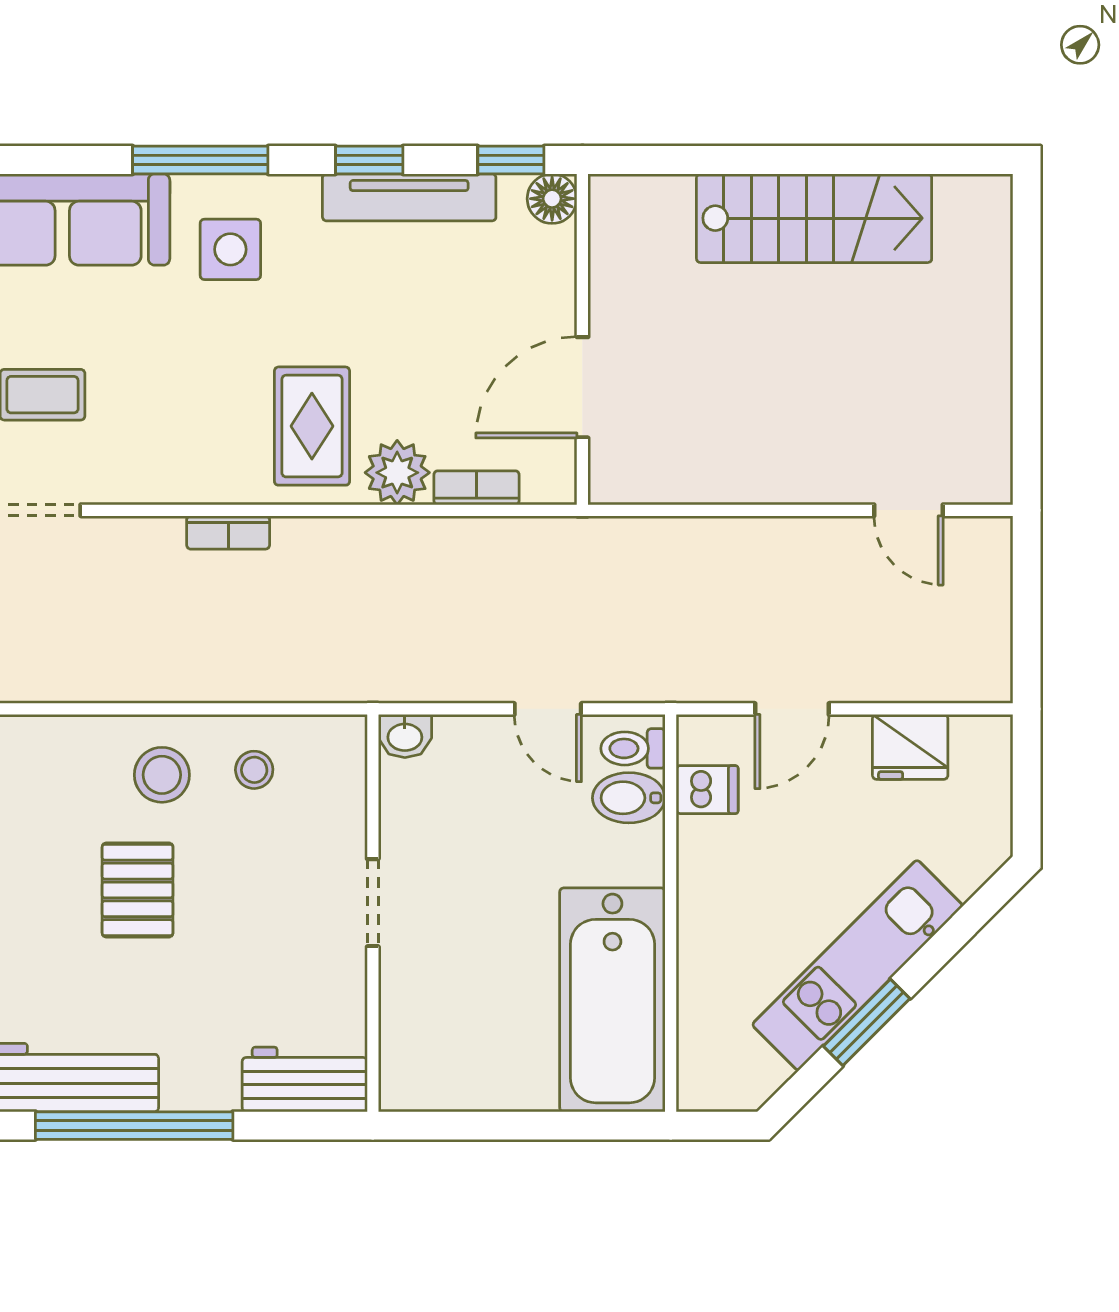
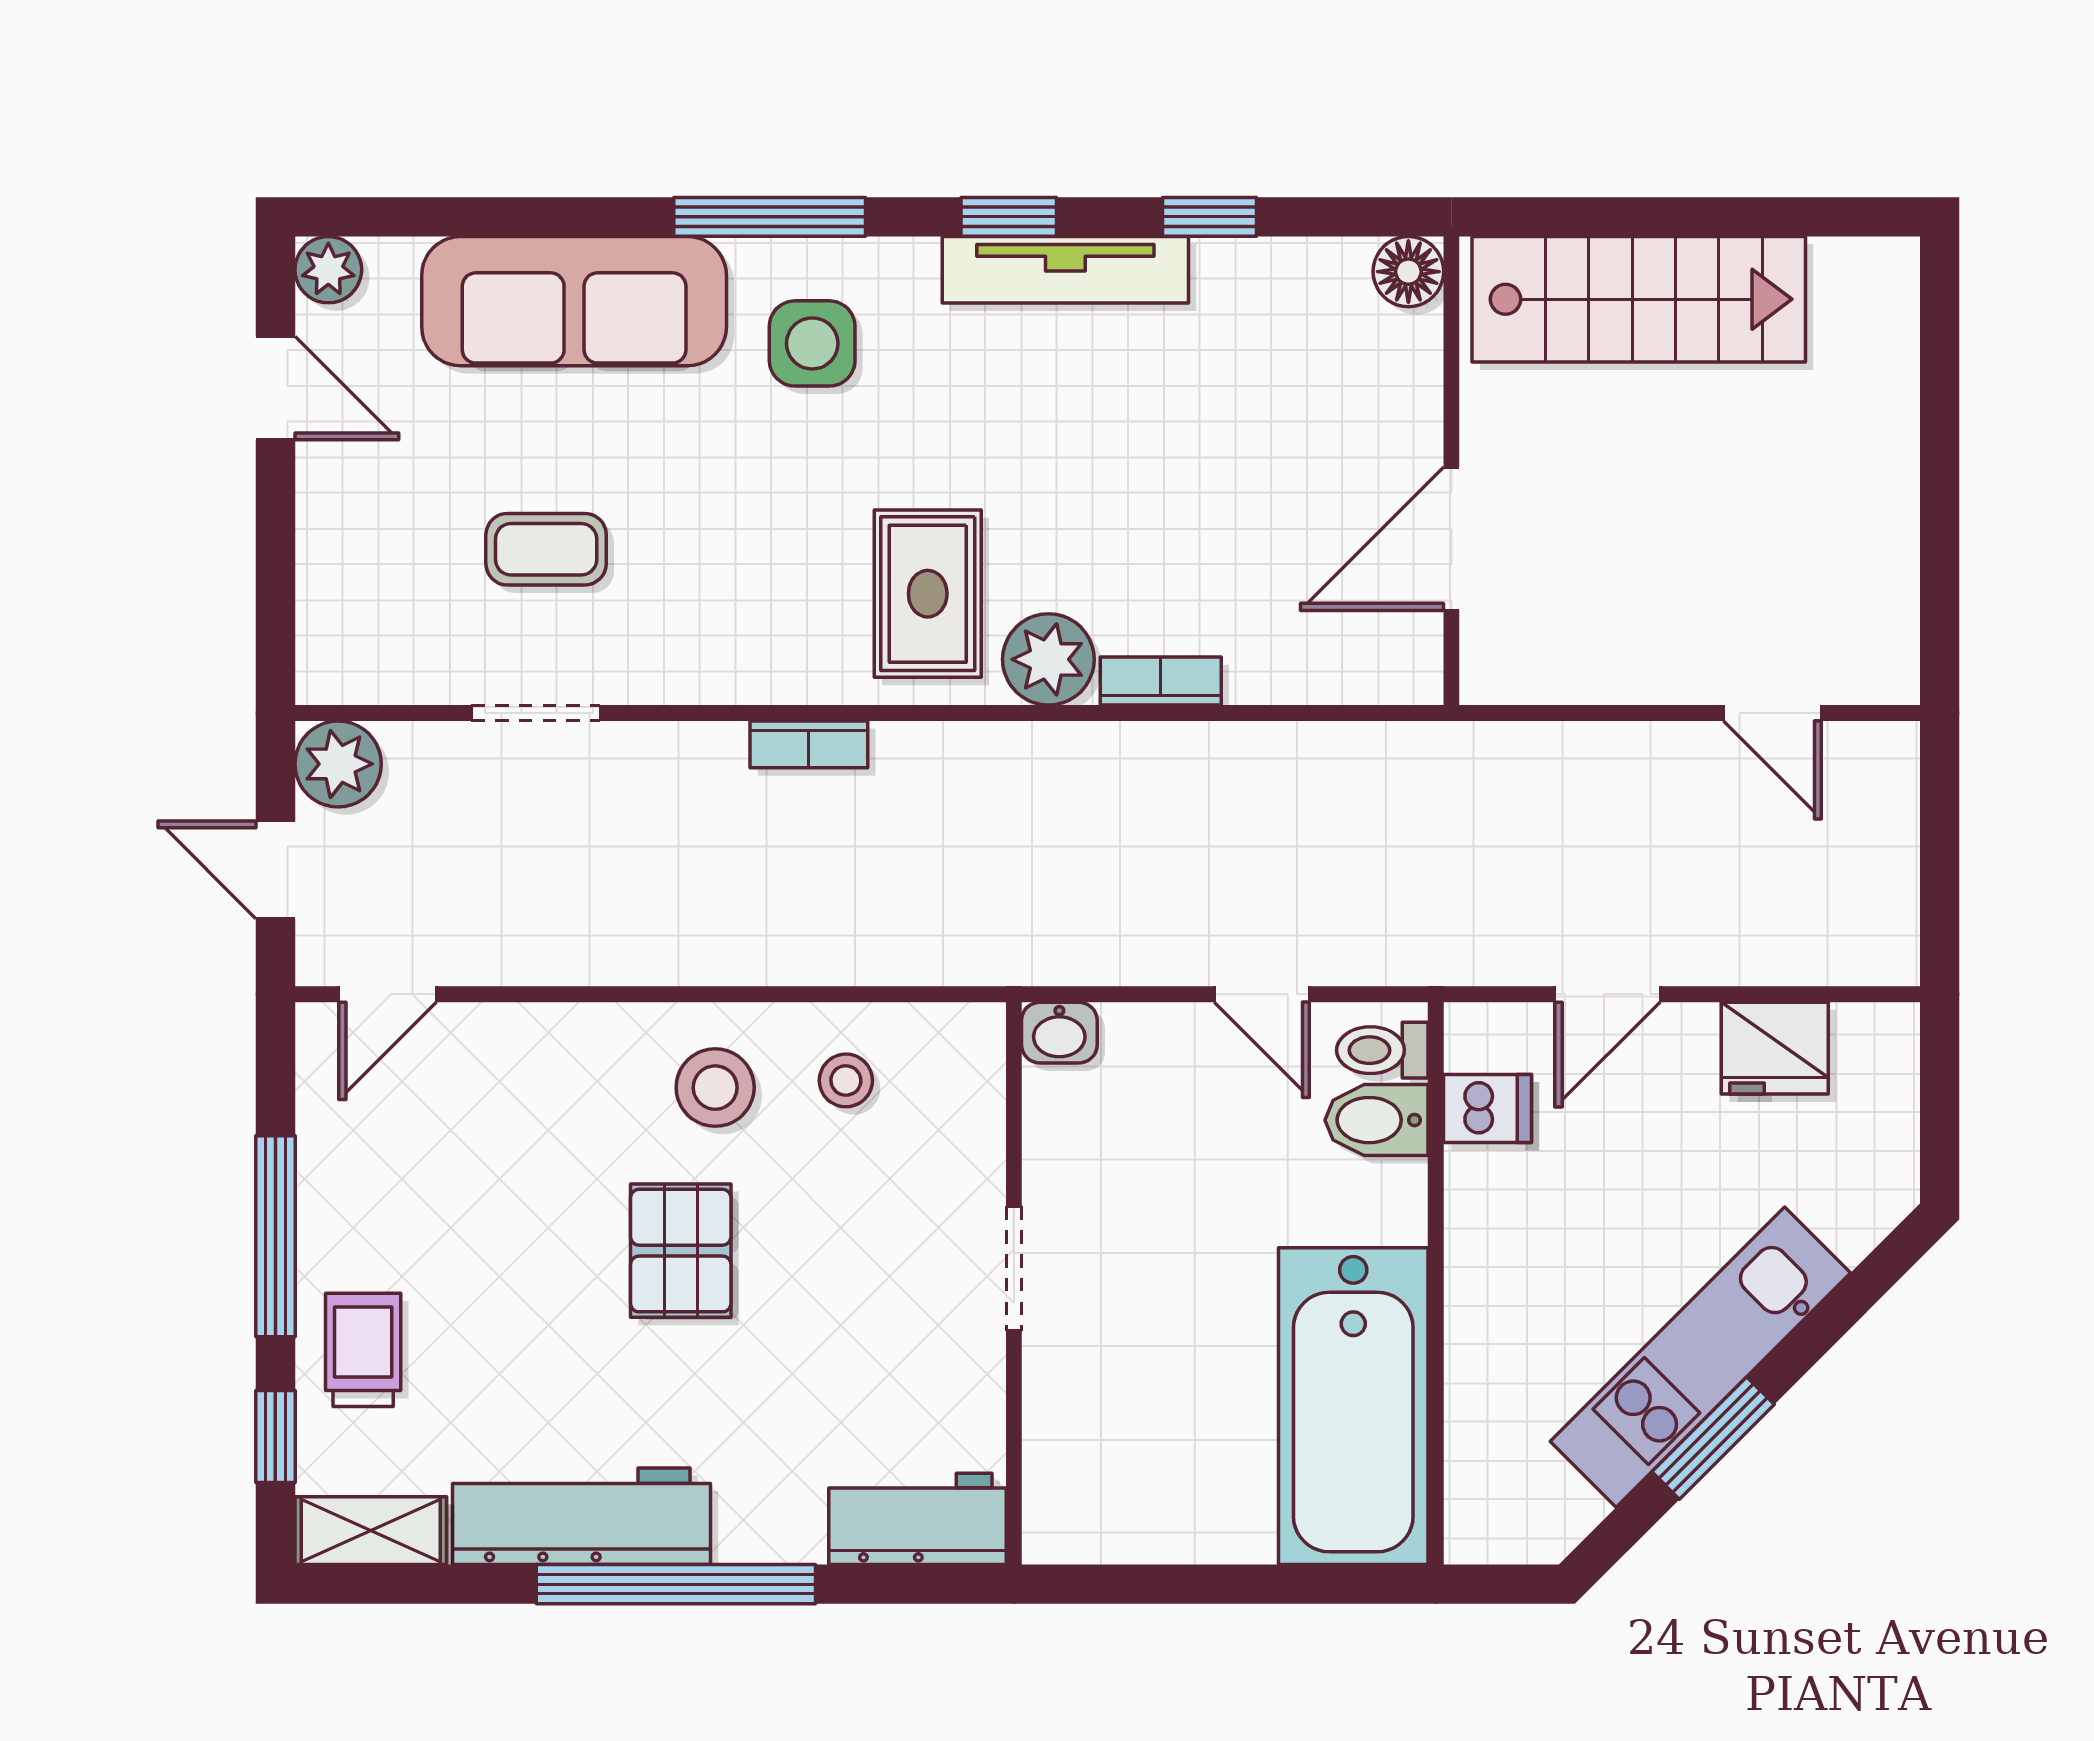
floor lamp: (552, 199) -> (1408, 272), moved
wall: (582, 339) -> (1451, 471), moved
door: (582, 387) -> (1451, 539), moved

